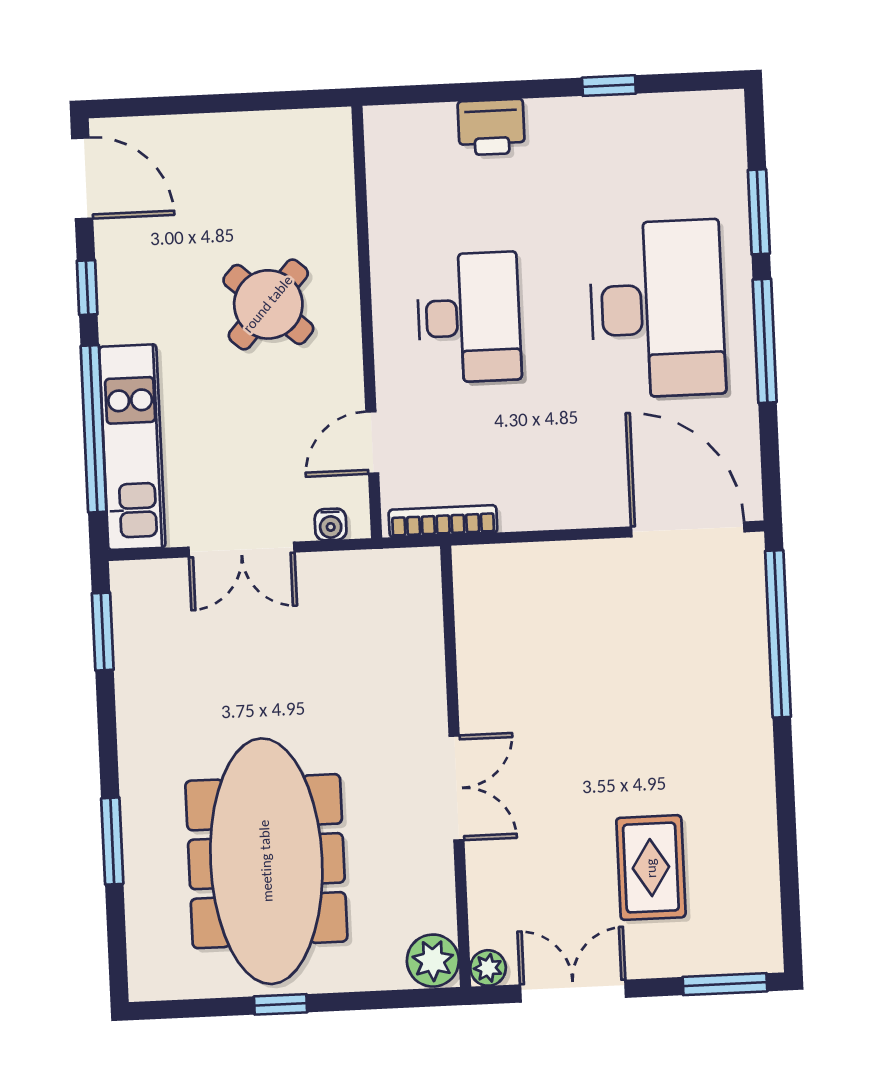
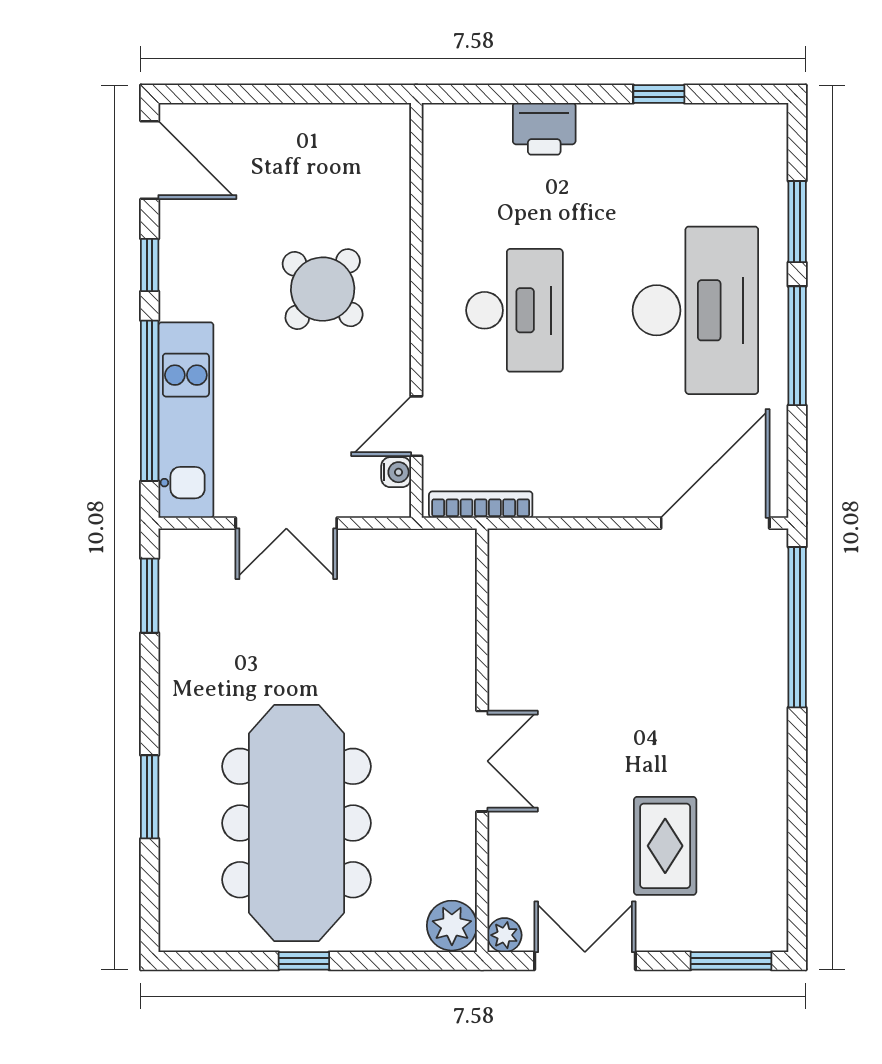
water cooler: (331, 524) -> (396, 472), moved, turned -90
door: (688, 529) -> (715, 523), hinge flipped

